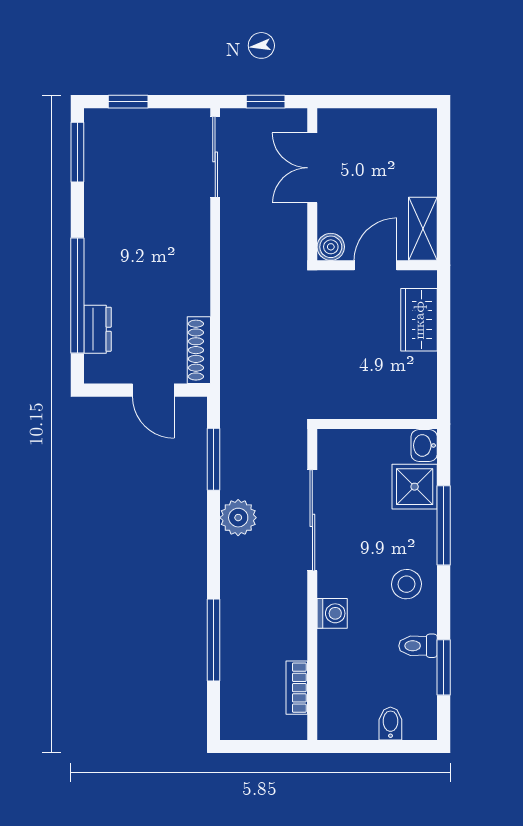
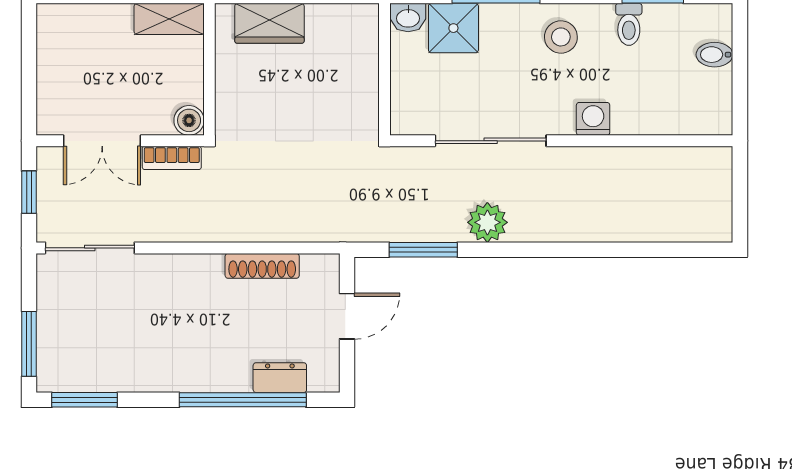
window: (128, 102) -> (29, 344), width x1.50
door: (376, 265) -> (209, 71), removed
shoe rack: (199, 350) -> (262, 266), moved
window: (213, 640) -> (622, 250), removed
bookcase: (297, 688) -> (172, 158), moved

